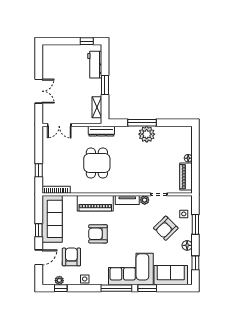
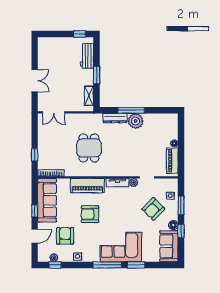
dresser: (101, 131) -> (115, 118), moved
window: (195, 263) -> (181, 231), moved
sofa: (171, 275) -> (169, 246), moved, turned -90

